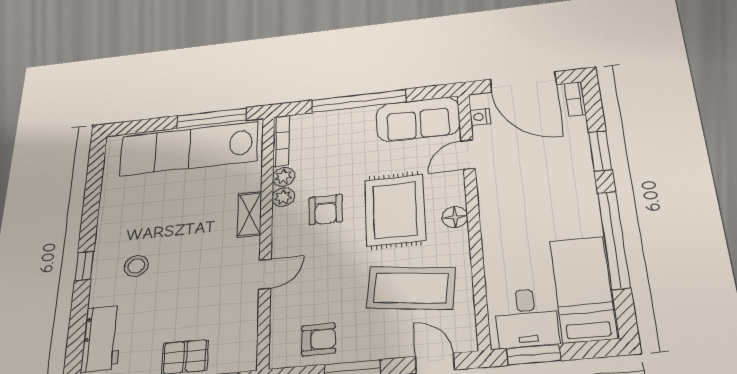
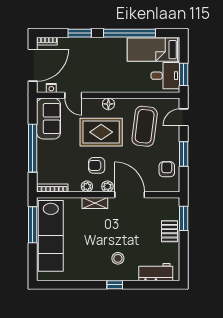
plant: (284, 177) -> (107, 186), moved
armchair: (326, 210) -> (97, 165), turned 180
door: (265, 274) -> (130, 195), width x1.87

